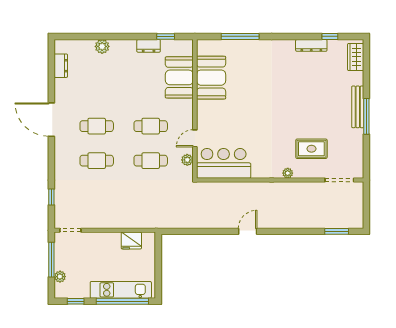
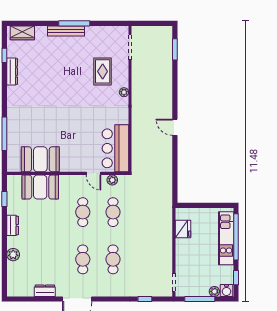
dresser: (149, 46) -> (13, 225), moved
dresser: (61, 66) -> (45, 291), moved
water cooler: (61, 290) -> (226, 291), added

